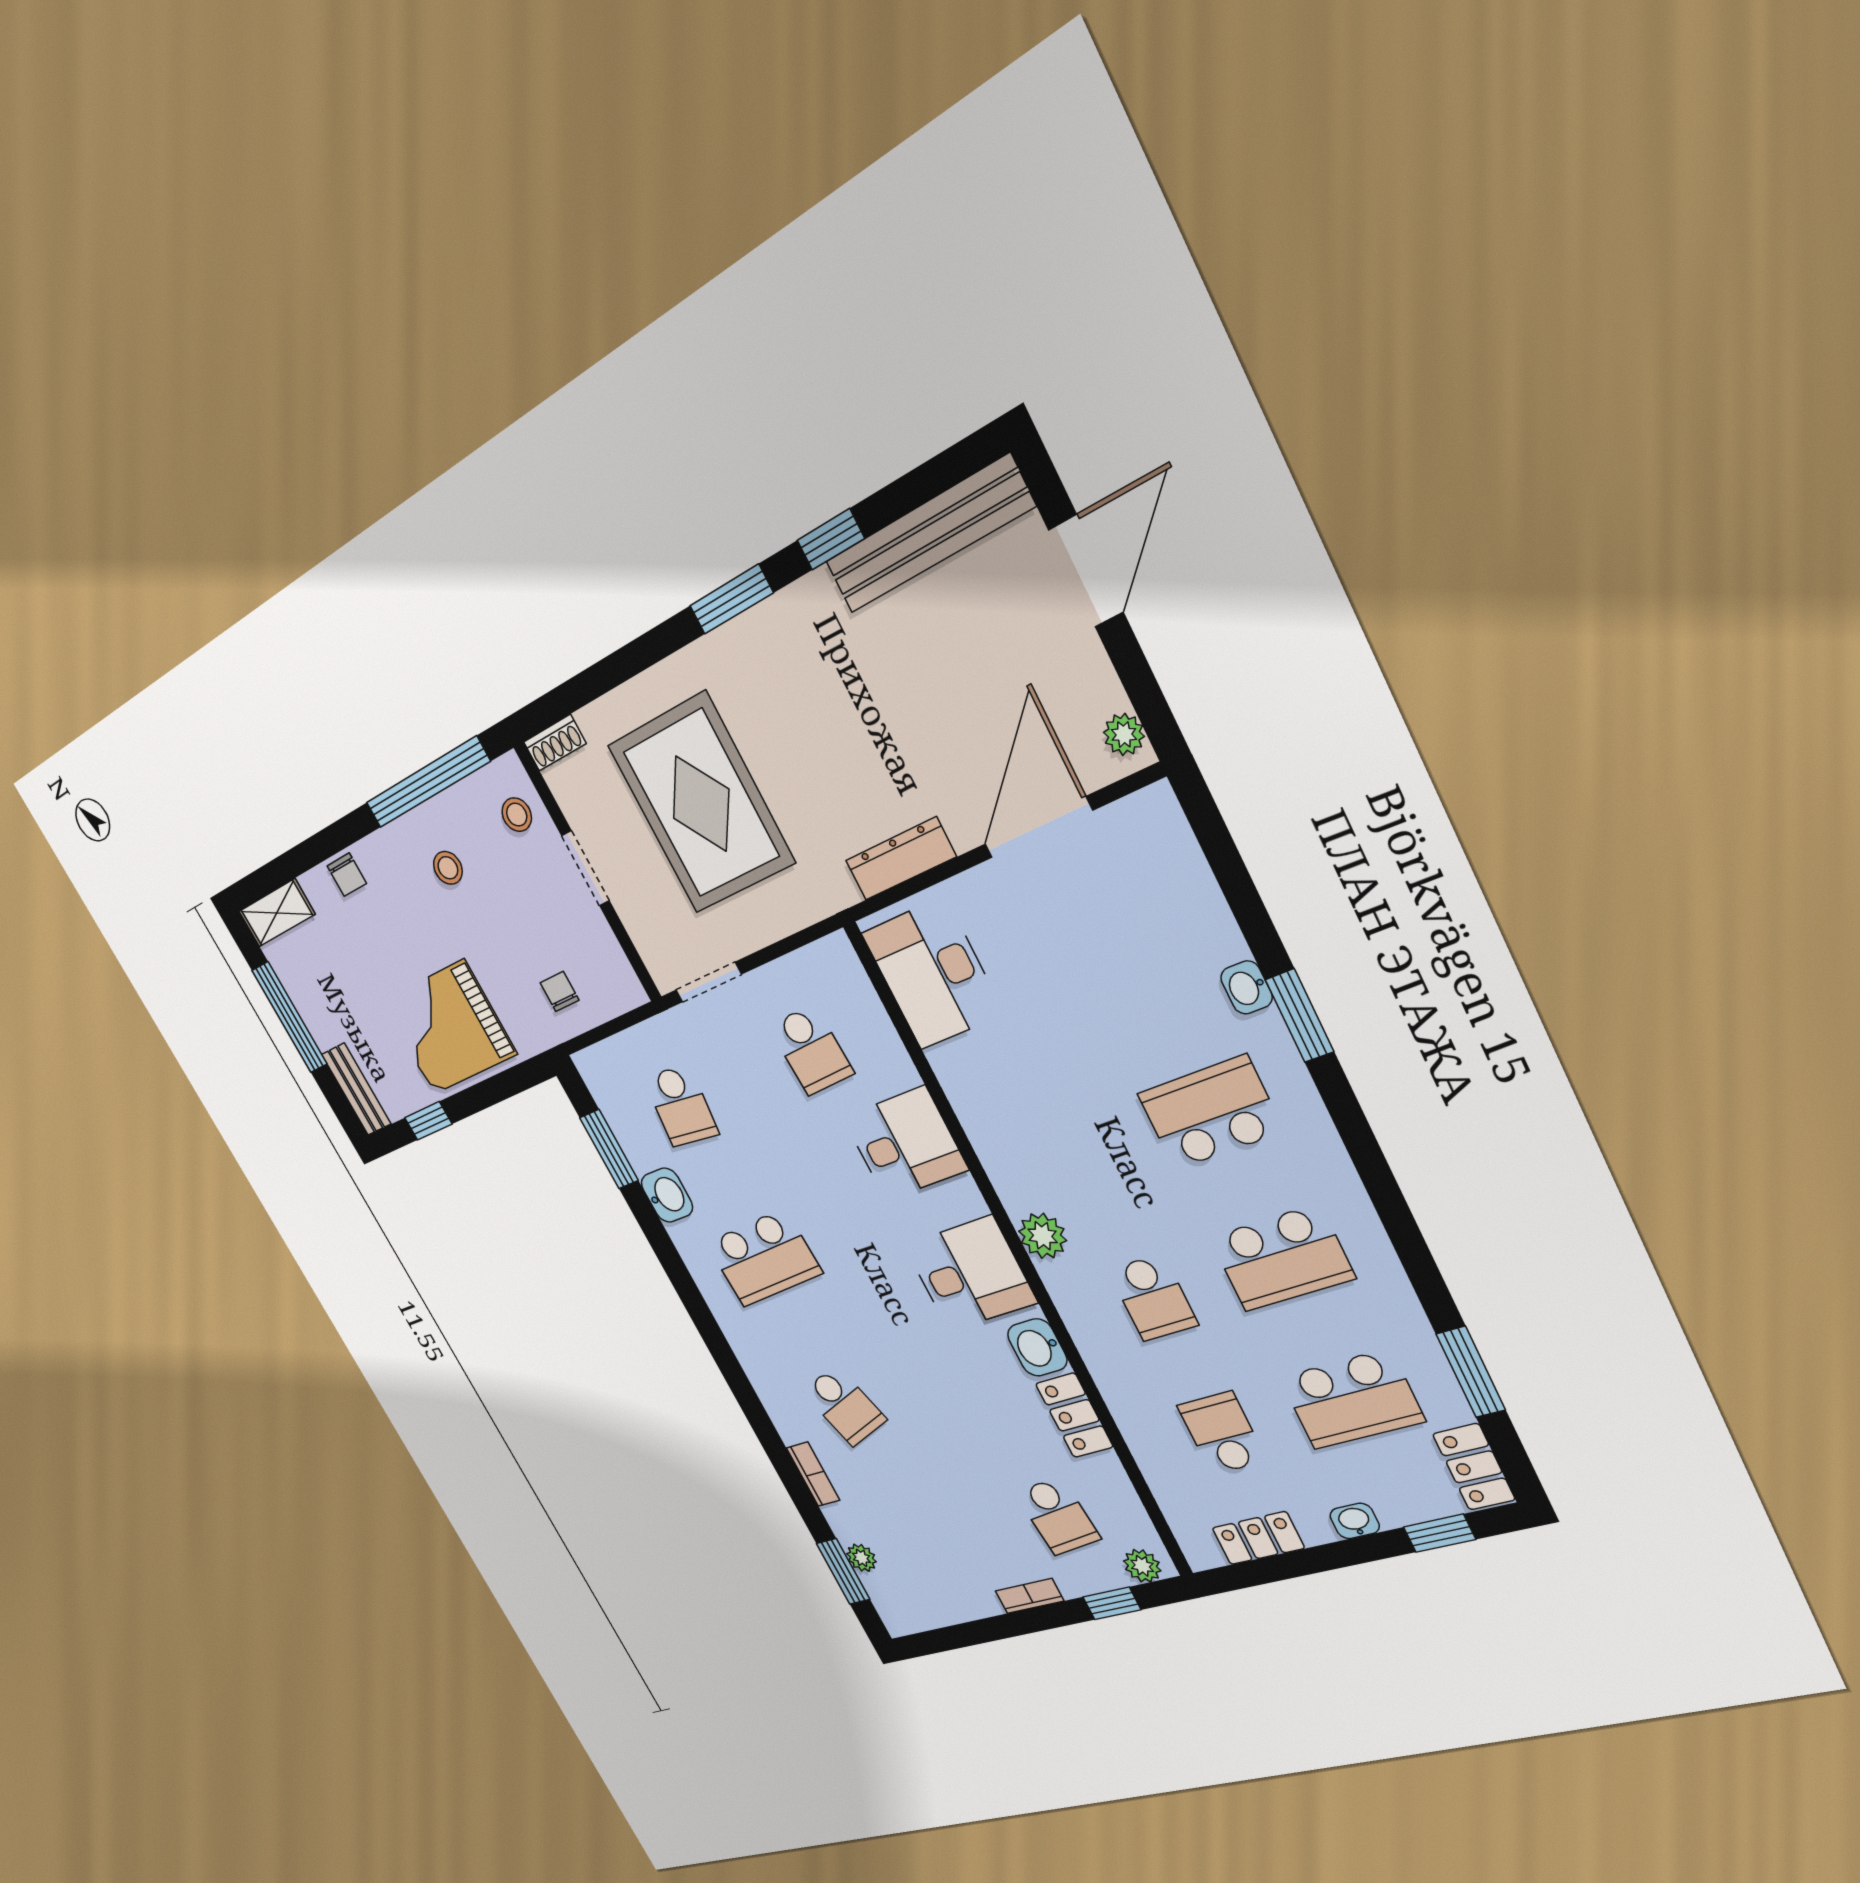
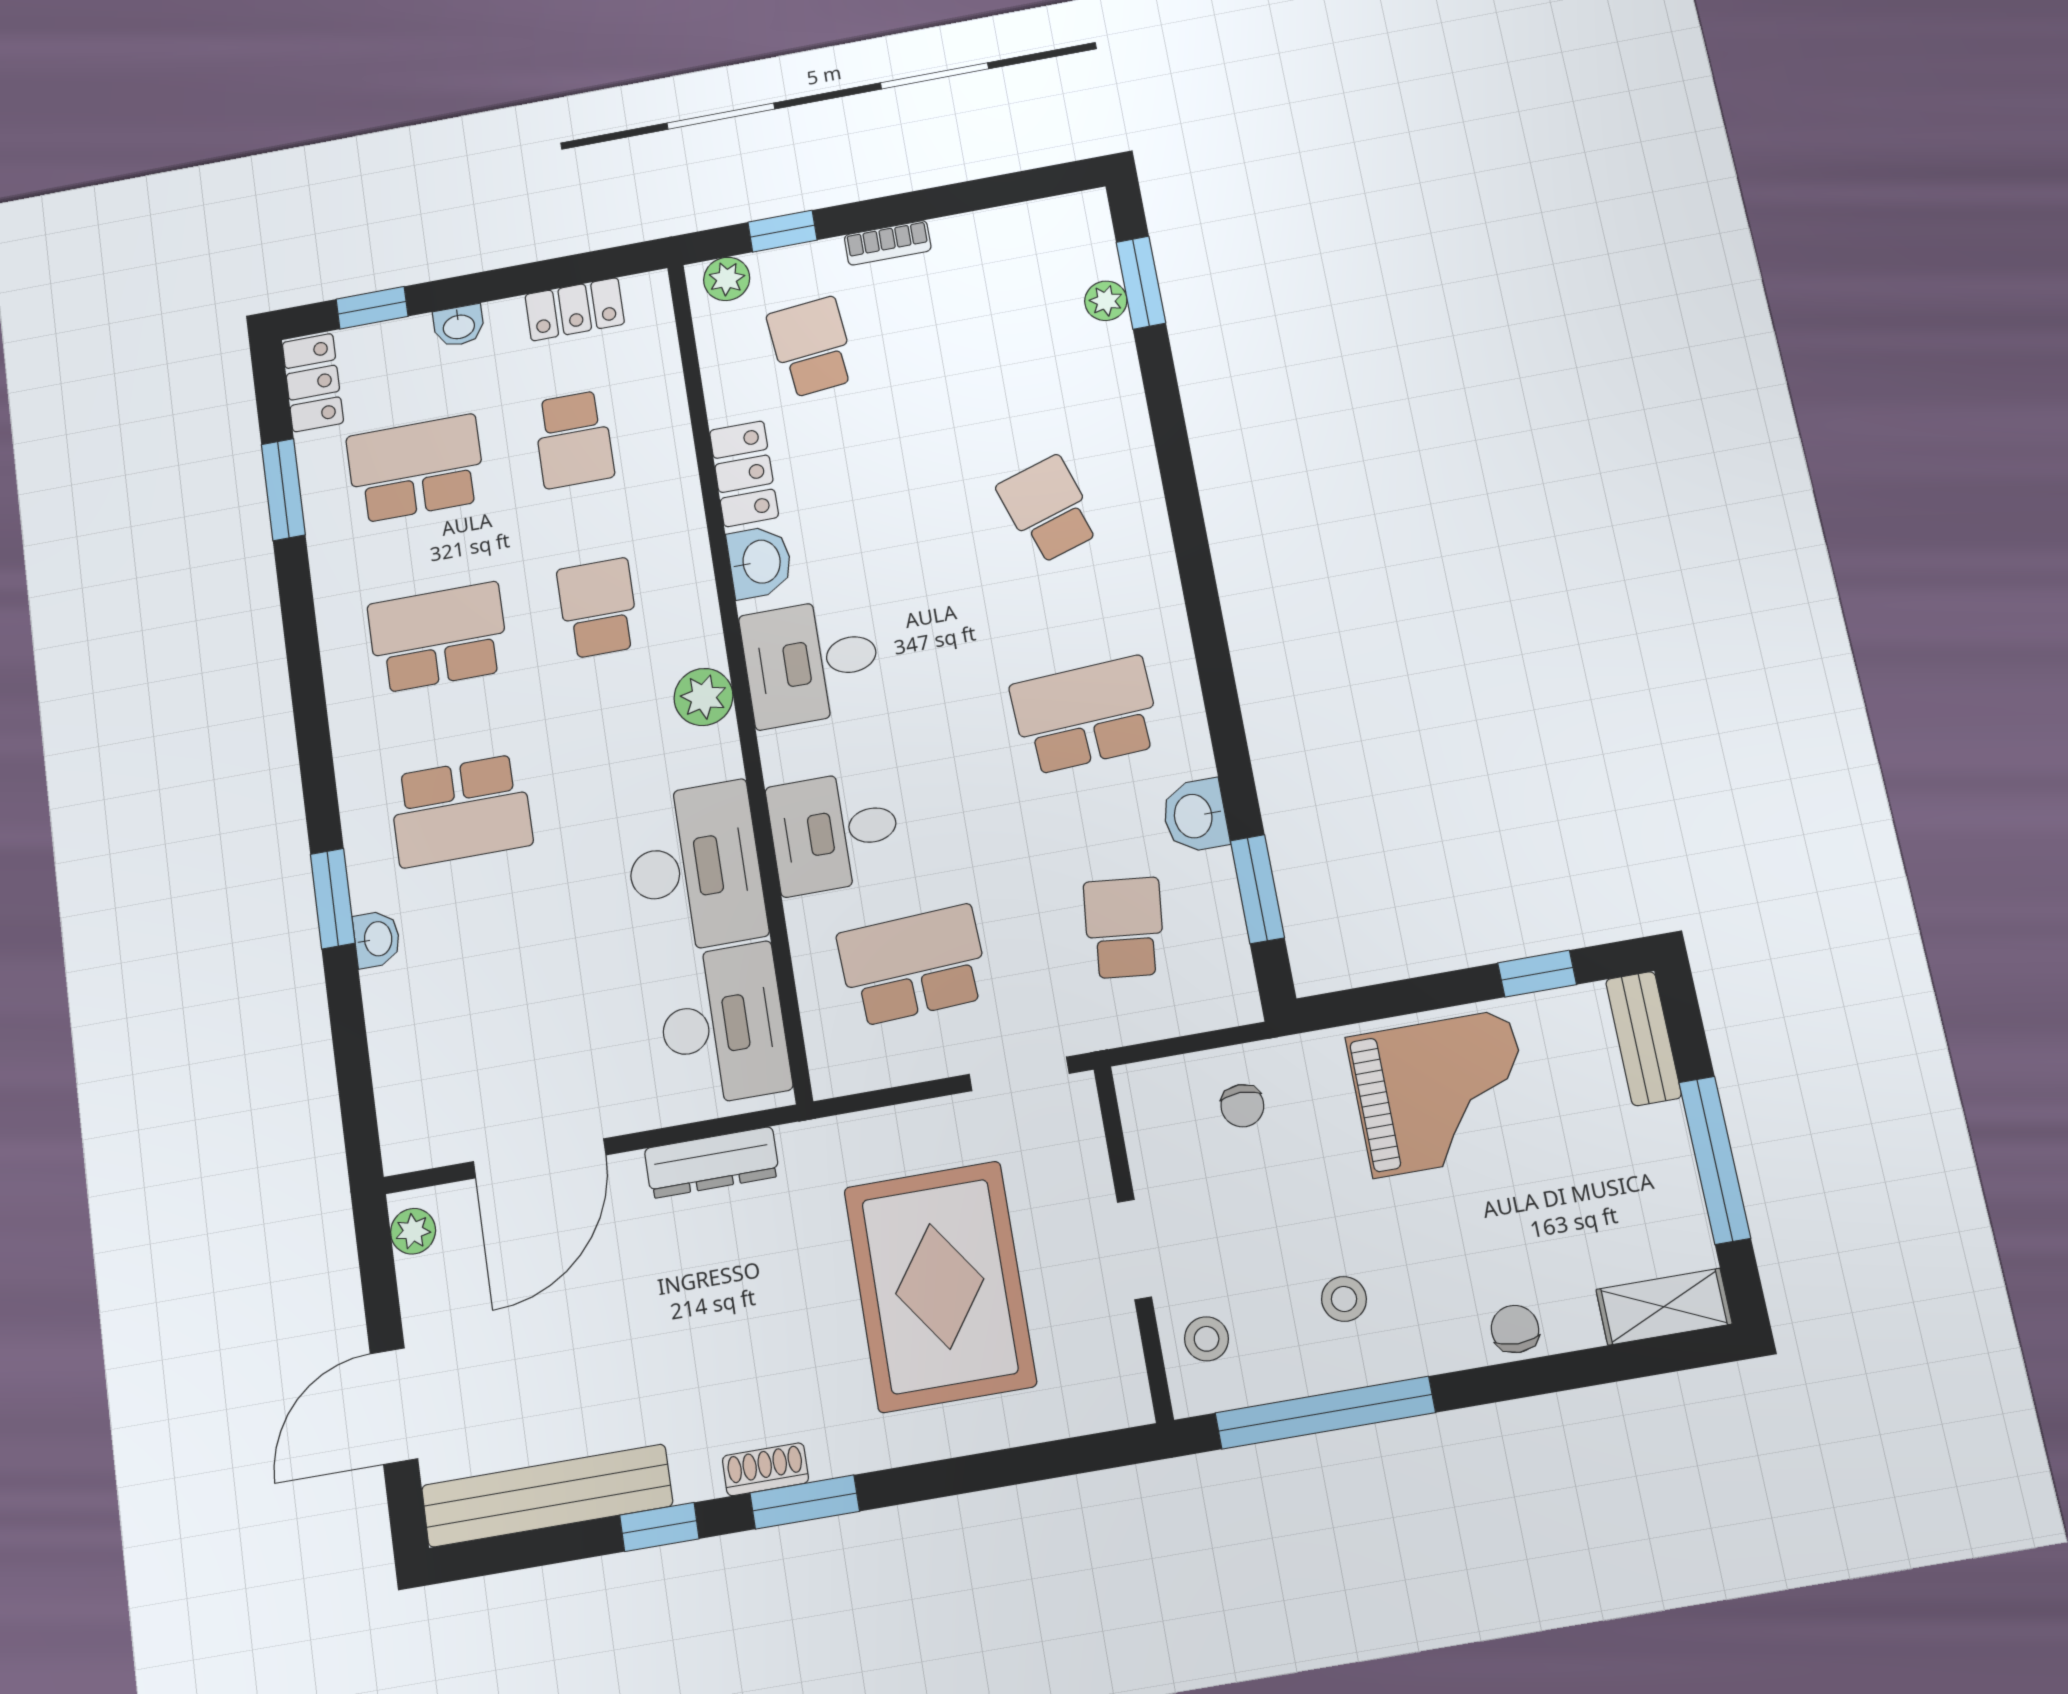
shoe rack: (555, 743) -> (765, 1469), moved
school desk: (811, 1050) -> (913, 965), width x1.85
desk: (1000, 1097) -> (695, 868), added
bookcase: (813, 1474) -> (1132, 420), removed

